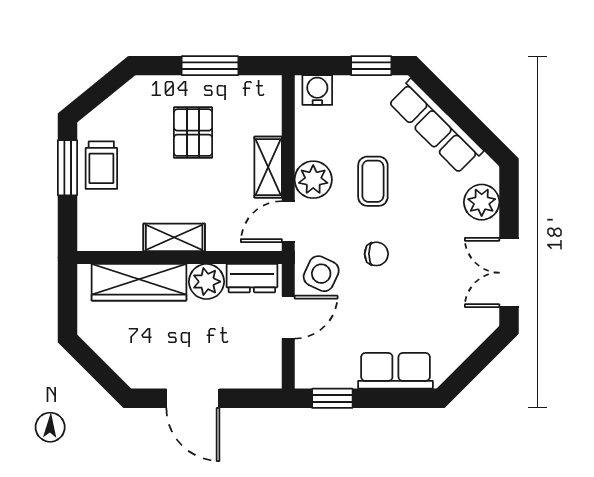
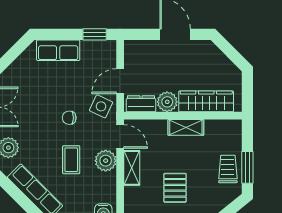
door: (288, 222) -> (120, 136), hinge flipped

